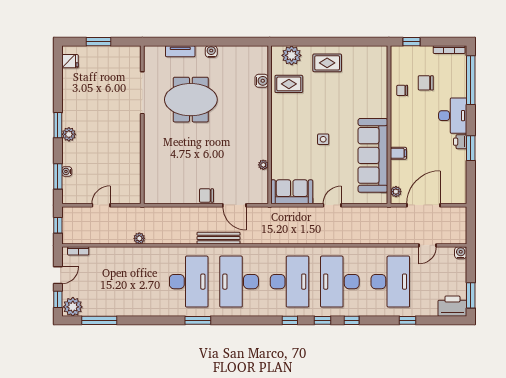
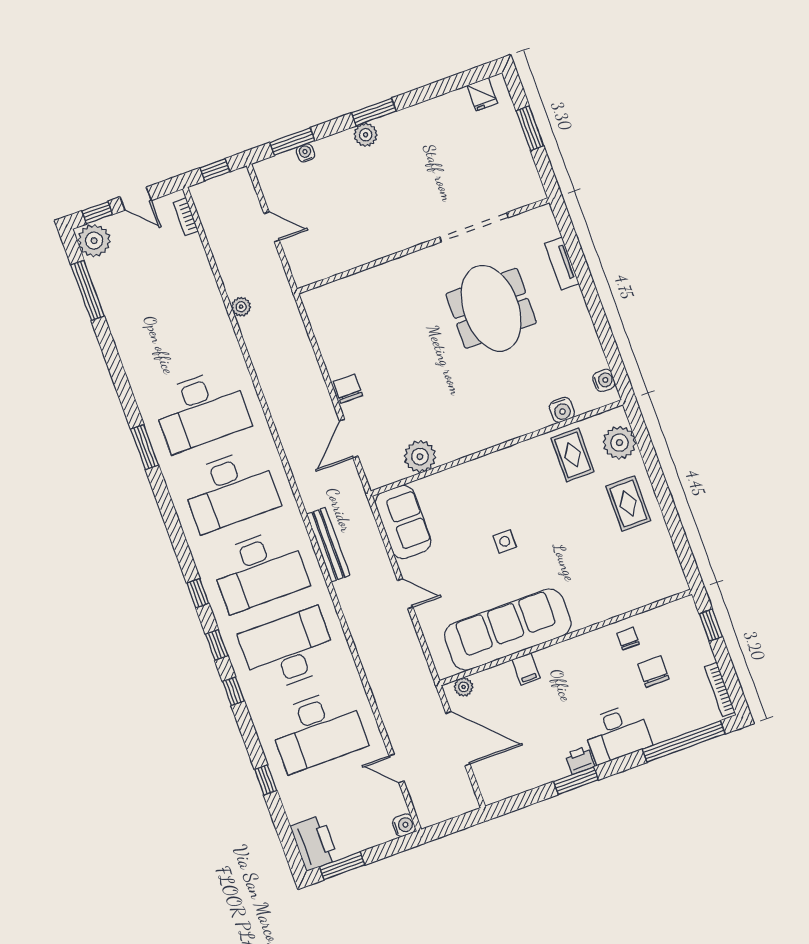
water cooler: (211, 52) -> (604, 380), moved
plant: (263, 165) -> (420, 457), width x1.88, depth x1.88
bench: (218, 238) -> (328, 545), moved
desk: (239, 282) -> (230, 490), turned 180

